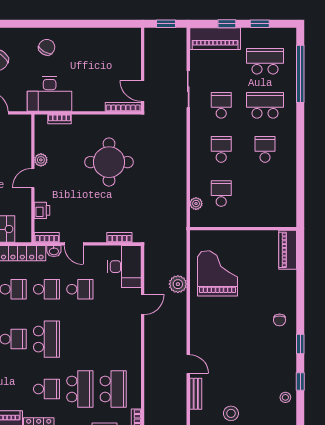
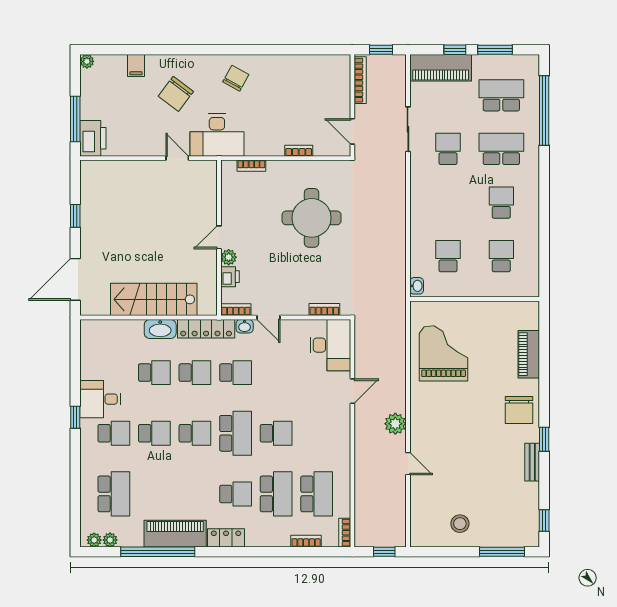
window: (260, 24) -> (495, 50), width x1.50
bookcase: (149, 49) -> (360, 80), added
desk: (50, 94) -> (217, 135), moved
bookcase: (123, 107) -> (299, 151), moved, width x0.64
school desk: (221, 149) -> (501, 256), moved
plant: (41, 160) -> (229, 257), moved
plant: (196, 204) -> (417, 268), removed
washbasin: (195, 218) -> (417, 286), added
piano: (288, 250) -> (529, 354), moved
plant: (178, 284) -> (395, 424), moved
school desk: (80, 289) -> (276, 433), moved
chair: (280, 320) -> (519, 410), width x1.87, depth x1.87
window: (300, 382) -> (544, 520), moved
bench: (196, 394) -> (532, 462), moved
stool: (285, 397) -> (526, 504), removed

